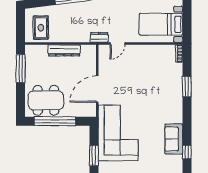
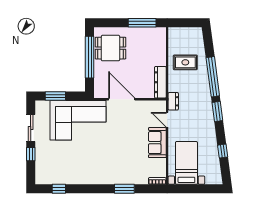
rug: (41, 28) -> (185, 62), moved
dresser: (64, 50) -> (160, 82), moved
dining table: (46, 100) -> (110, 48), width x0.73
sofa: (174, 139) -> (157, 143), moved, turned -90

